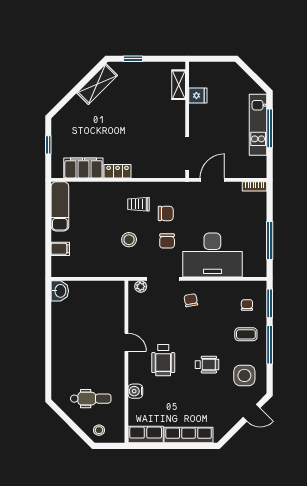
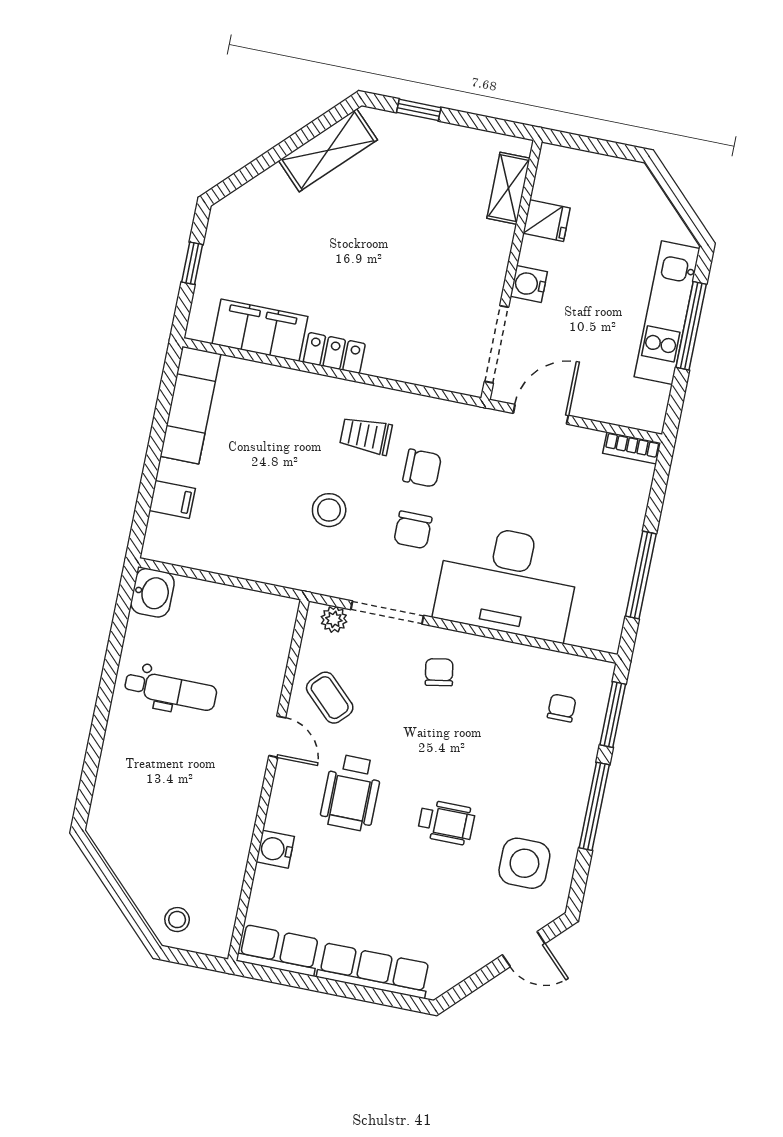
water cooler: (196, 124) -> (529, 284), added
coffee table: (246, 334) -> (330, 698), moved, turned 44
dental chair: (91, 399) -> (171, 690), moved

